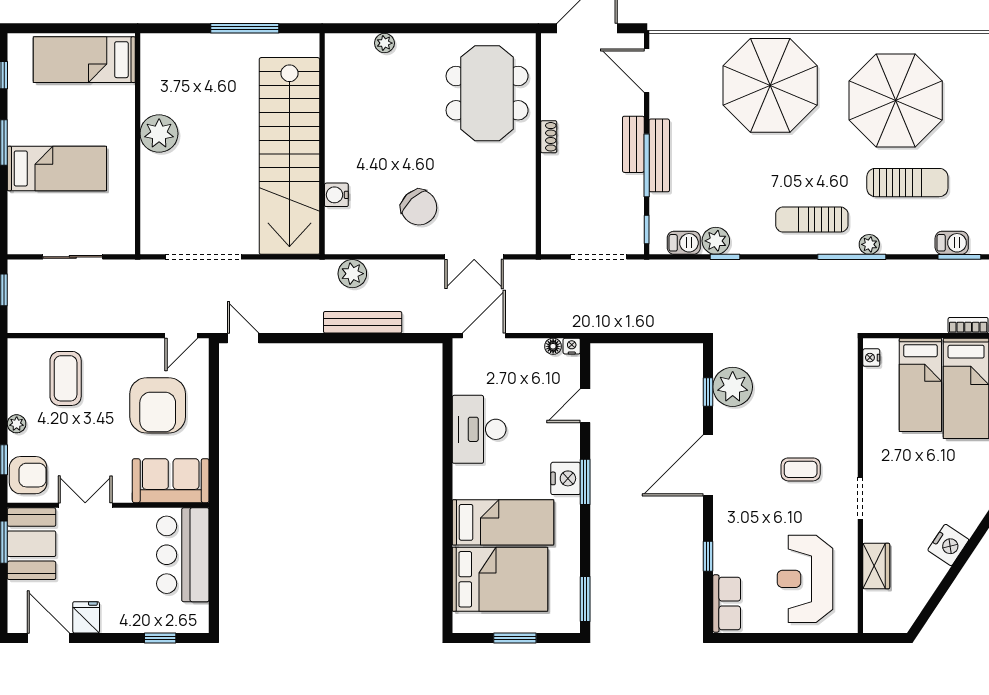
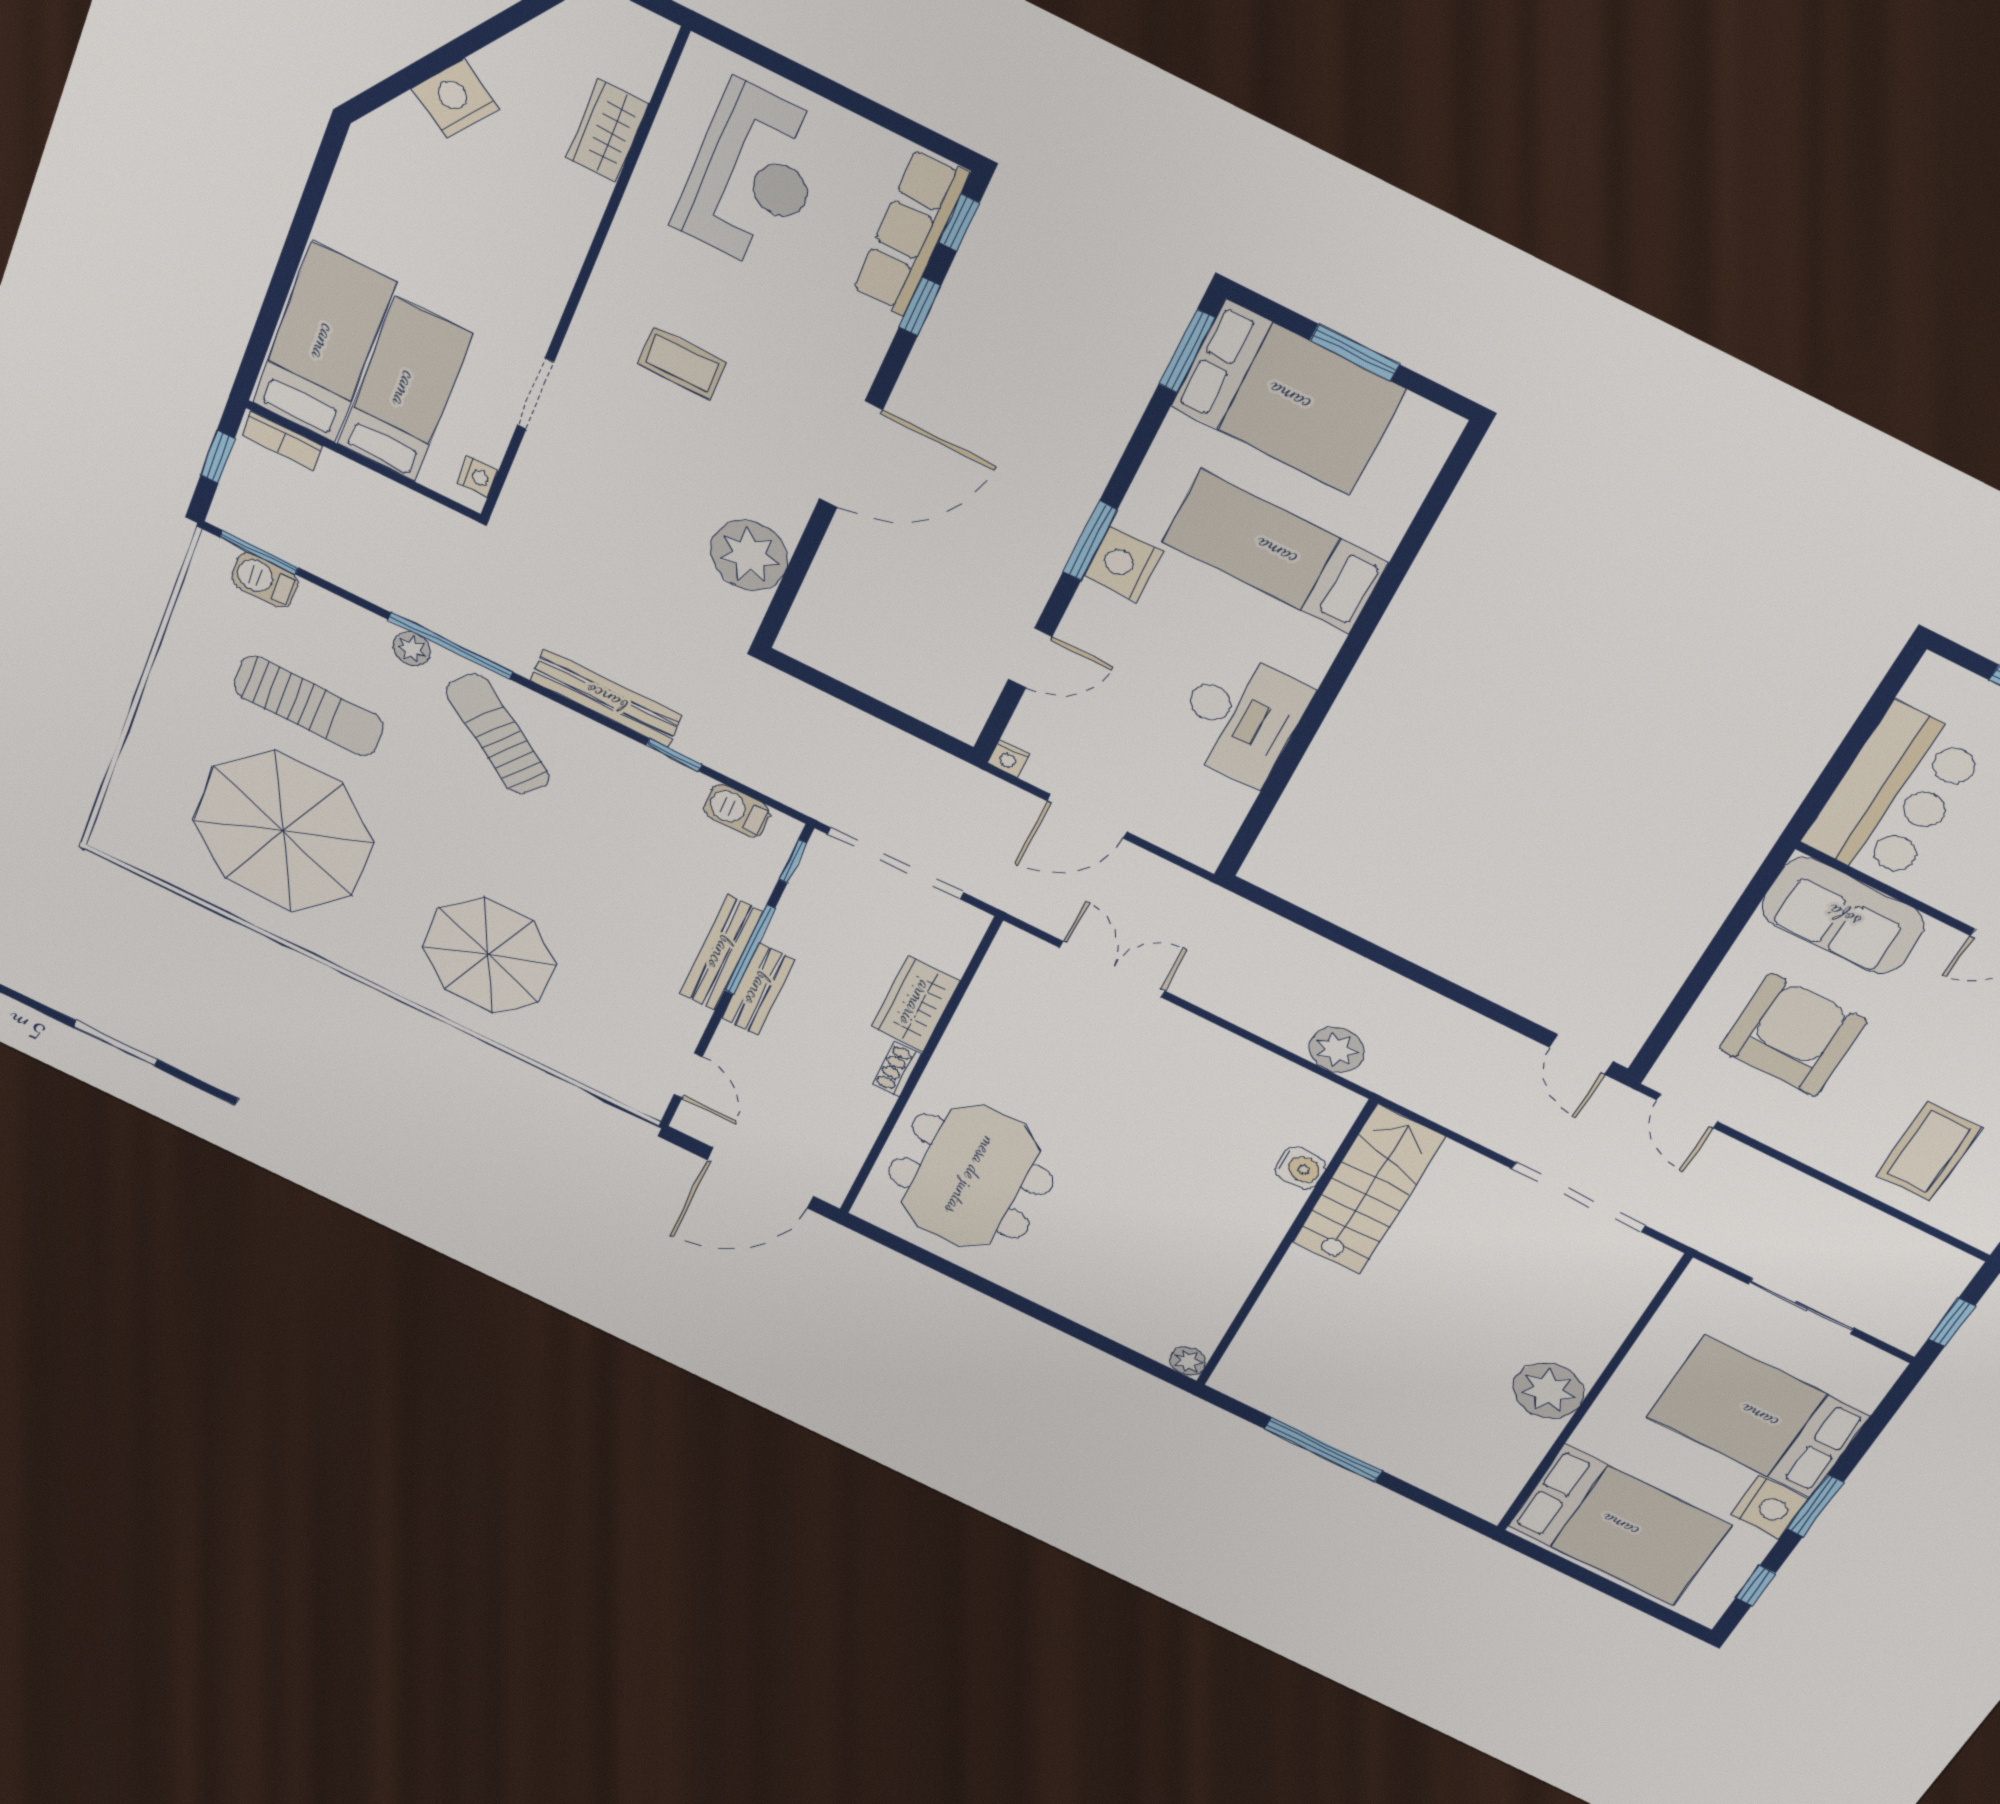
plant: (384, 43) -> (1188, 1361), moved
bed: (84, 60) -> (1619, 1525), width x1.50
door: (647, 71) -> (688, 1076), width x0.73
parasol: (770, 85) -> (489, 955), width x0.73, depth x0.73
nightstand: (22, 128) -> (1769, 1507), added
stairs: (289, 156) -> (1368, 1190), width x0.54, depth x0.66
bed: (57, 168) -> (1758, 1416), width x1.50
wardrobe: (556, 181) -> (916, 1004), added
sun lounger: (907, 183) -> (309, 706), turned 180
chair: (419, 207) -> (1170, 1083), removed
sun lounger: (812, 220) -> (498, 735), turned -143
plant: (716, 241) -> (680, 786), removed
doorway: (599, 257) -> (895, 863), width x1.36
bench: (363, 322) -> (606, 698), moved
door: (181, 336) -> (1687, 1111), swing flipped
door: (484, 336) -> (1087, 816), moved
floor lamp: (553, 346) -> (1042, 775), removed
window: (708, 392) -> (959, 222), moved
doorway: (860, 498) -> (536, 393), moved
bed: (500, 579) -> (1288, 397), moved, turned 180
row of seats: (727, 604) -> (910, 233), width x1.48

